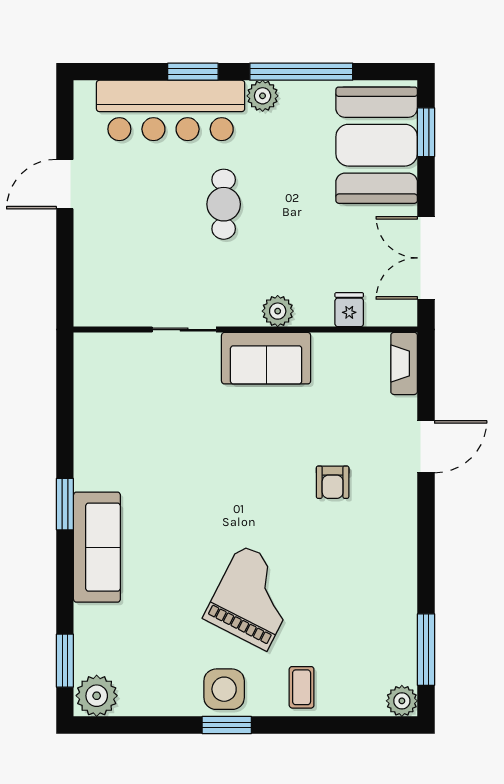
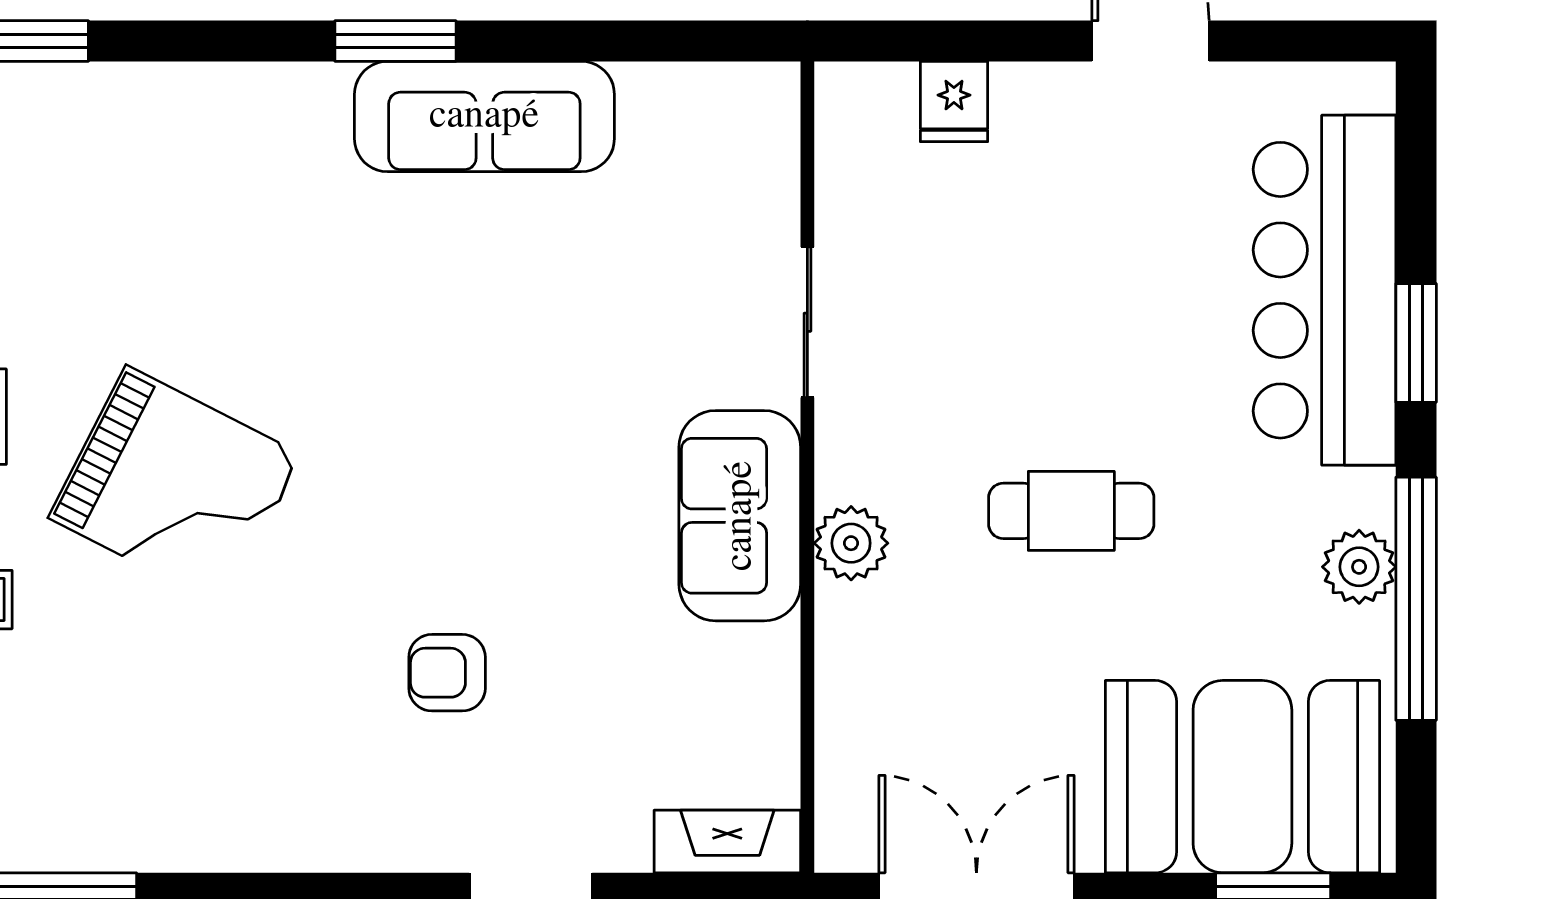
plant: (263, 96) -> (1359, 567), moved
cafe table: (224, 204) -> (1071, 511), moved
fridge: (349, 310) -> (954, 101), moved, turned 90
sofa: (97, 547) -> (484, 116), moved

